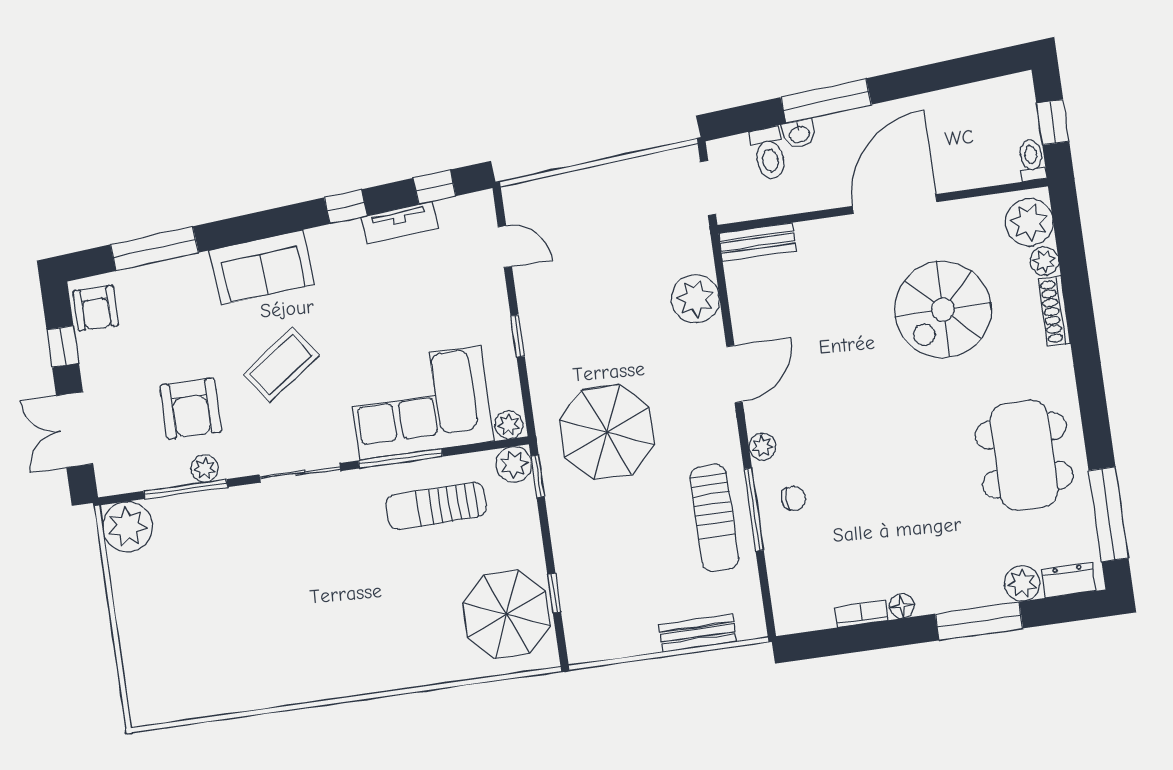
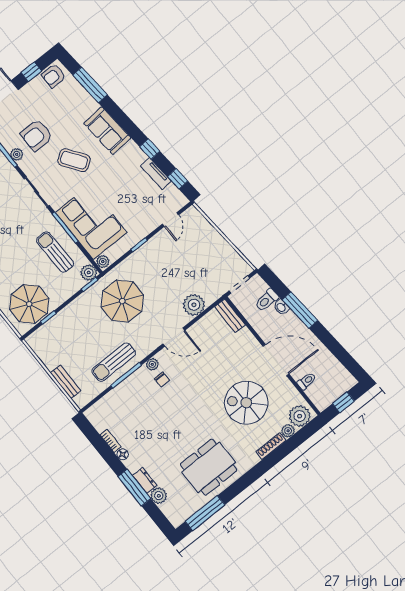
toilet: (1032, 160) -> (307, 381), moved
chair: (794, 498) -> (162, 379), moved
dresser: (1069, 580) -> (145, 480), moved

